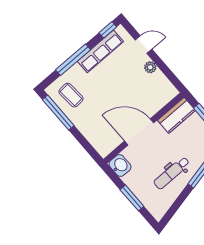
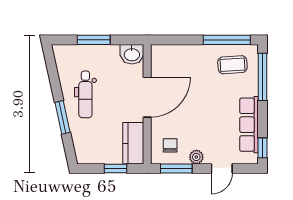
window: (73, 60) -> (263, 77), moved
window: (169, 74) -> (176, 168), added
chair: (157, 90) -> (170, 145), added
dental chair: (172, 173) -> (85, 94), turned 180

